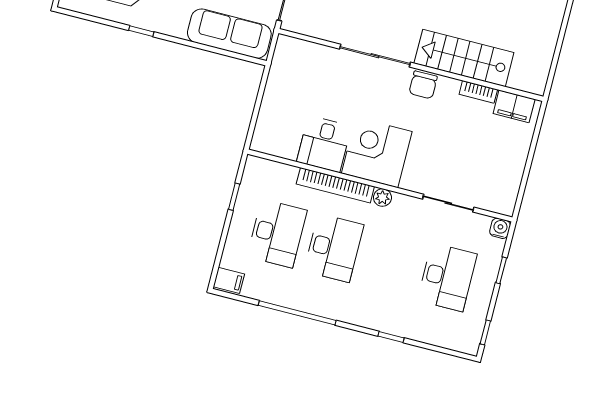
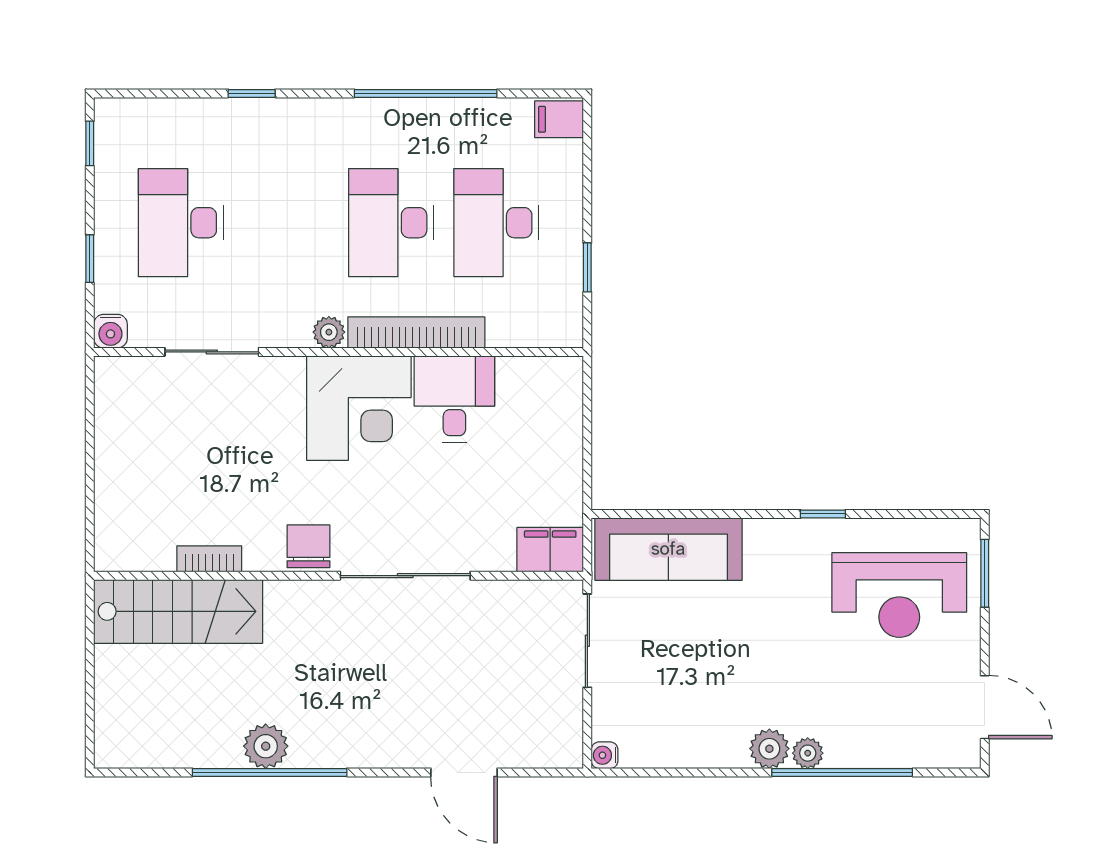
stairs: (464, 58) -> (178, 611), moved
filing cabinet: (514, 106) -> (550, 550), moved

